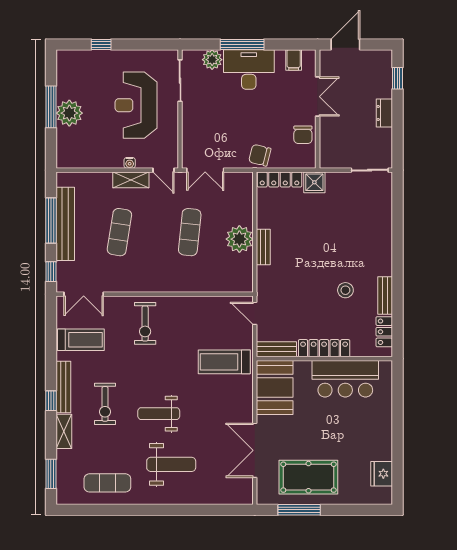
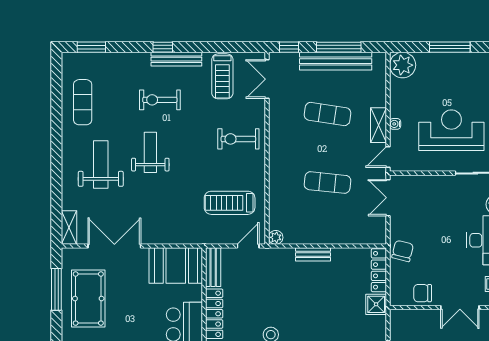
plant: (69, 113) -> (403, 65), moved
plant: (239, 239) -> (276, 237), moved, width x0.53, depth x0.53
treadmill: (224, 362) -> (230, 203), moved, turned -90
shelving: (64, 431) -> (69, 228), moved, turned 90
weight bench: (171, 464) -> (101, 165), turned 180

